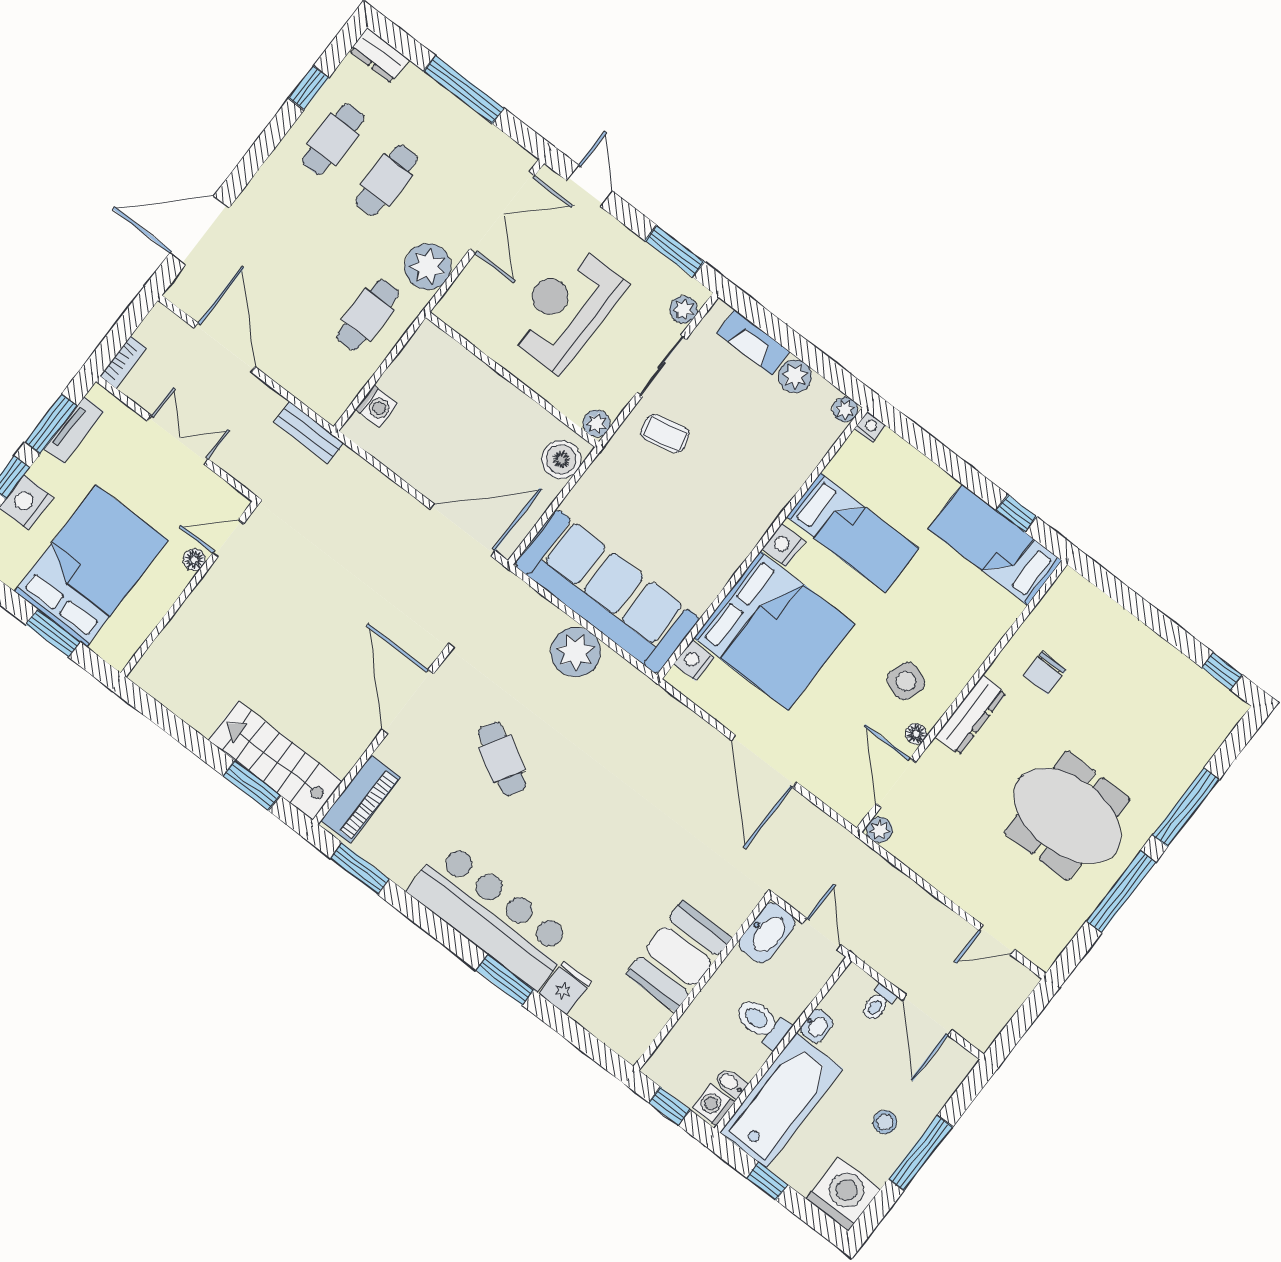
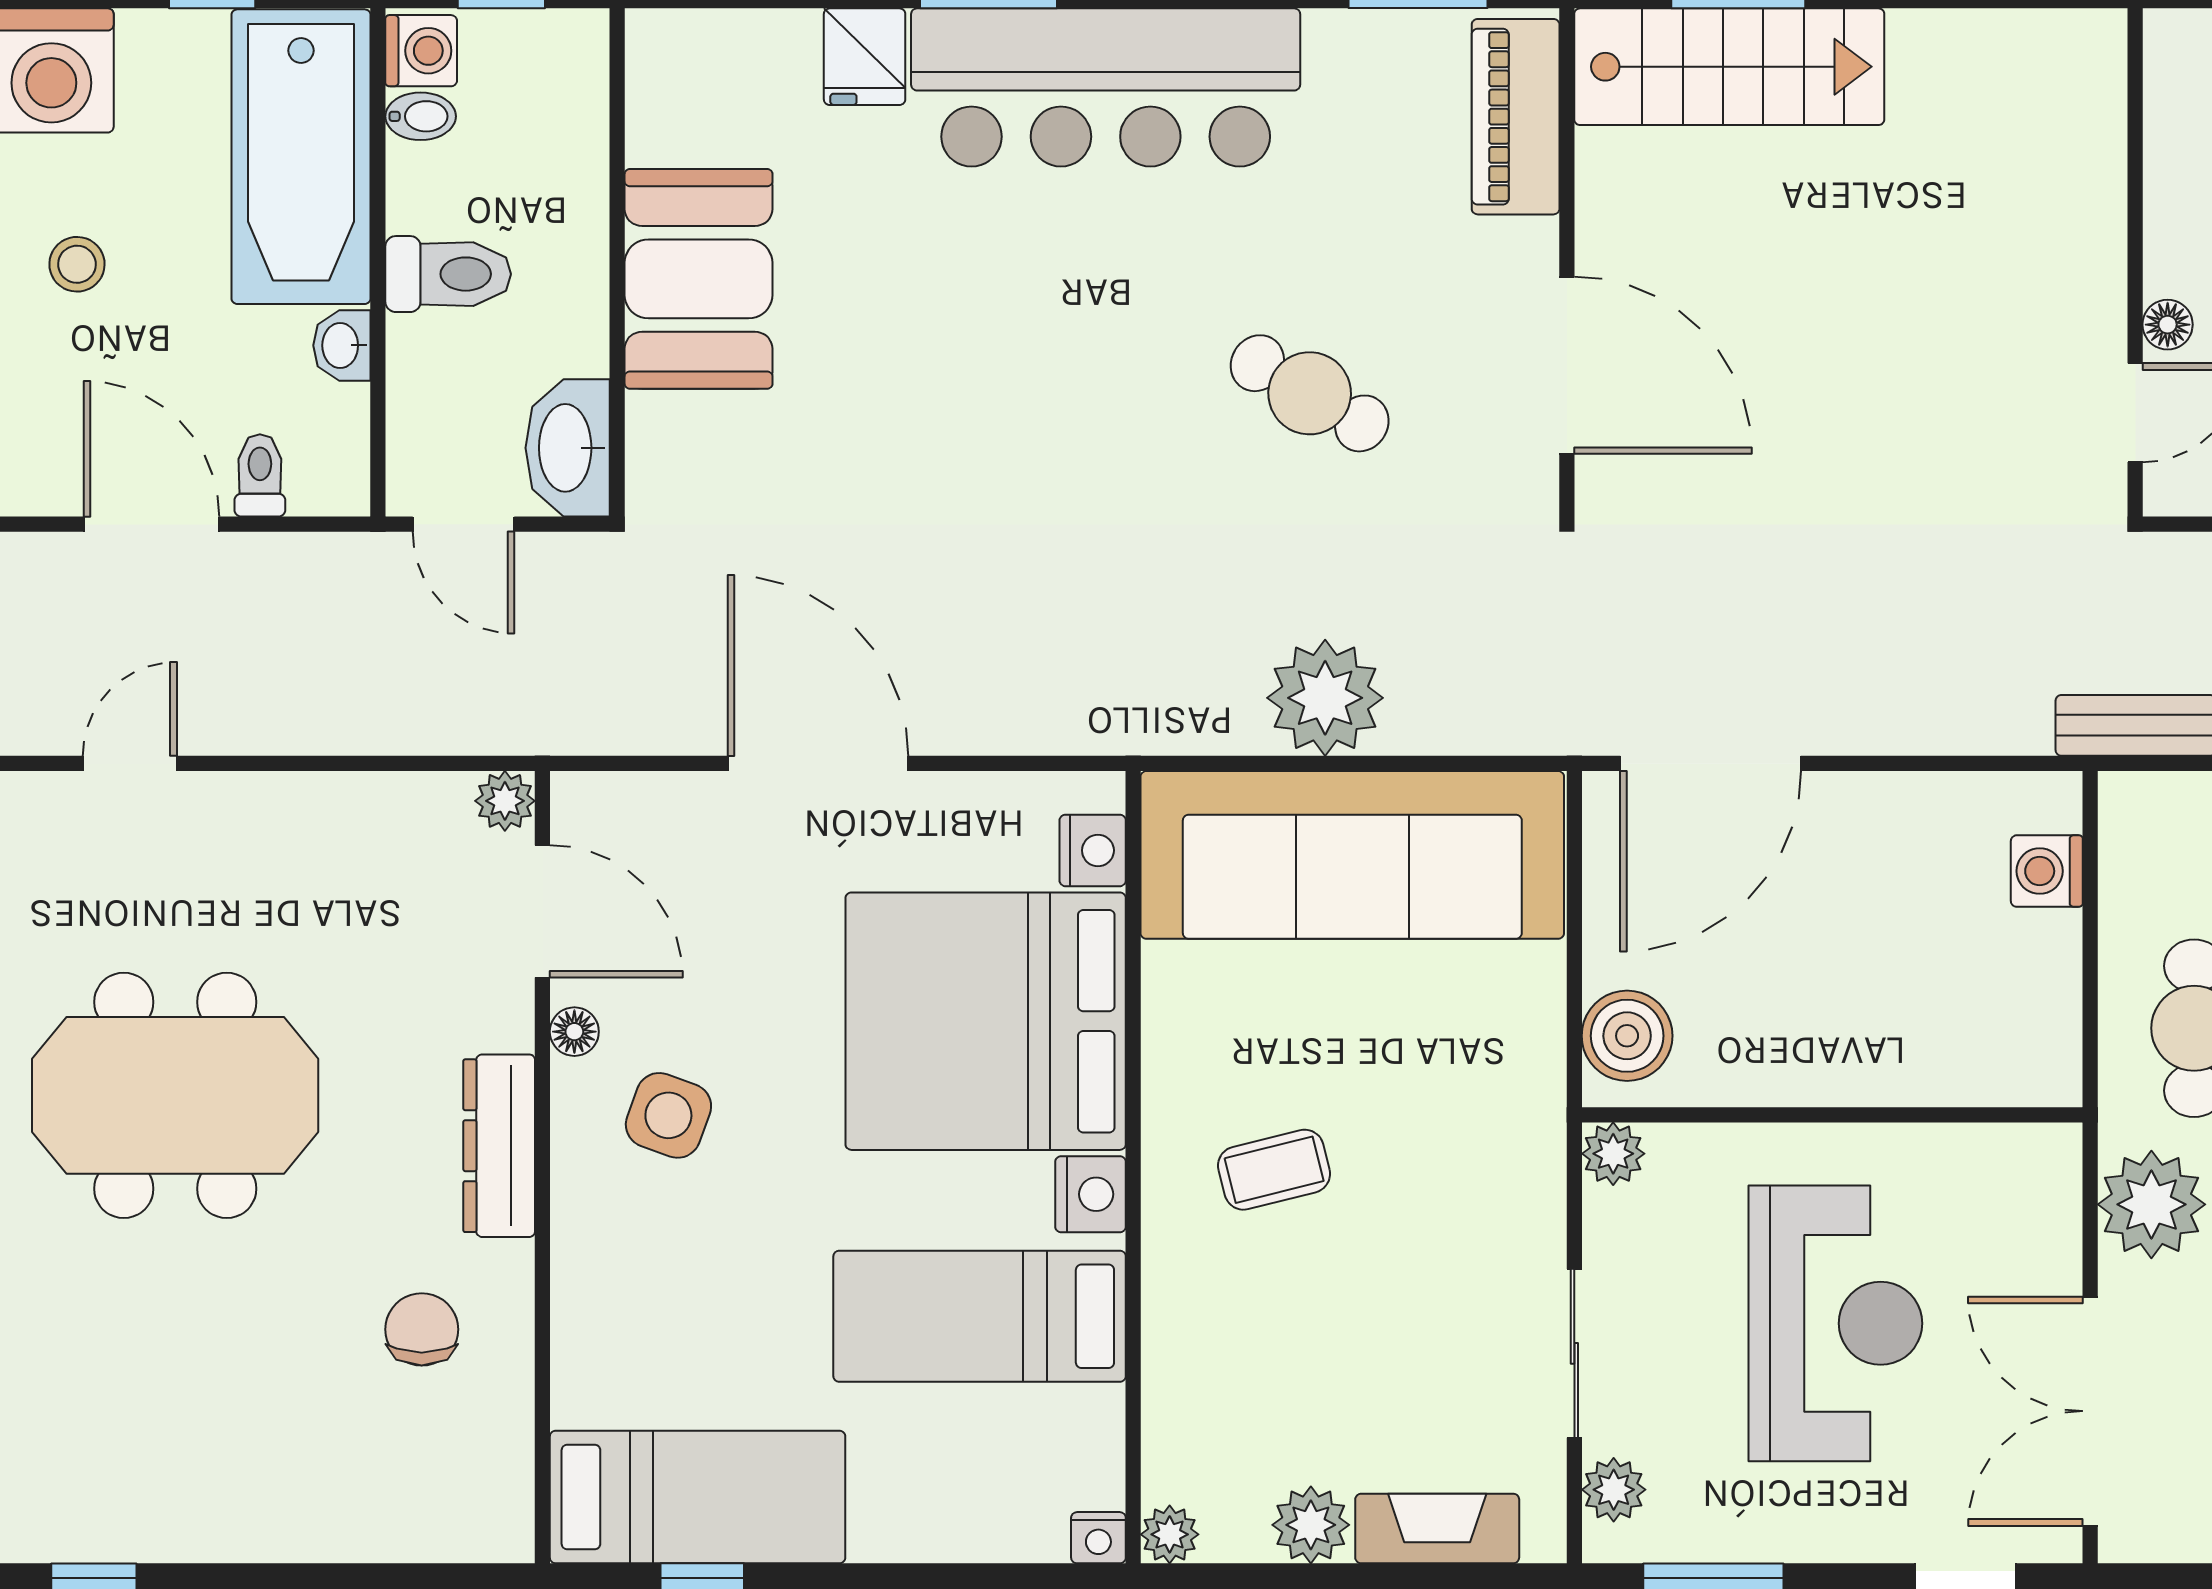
coffee table: (665, 434) -> (1274, 1170), moved

